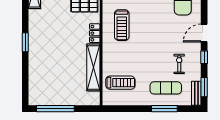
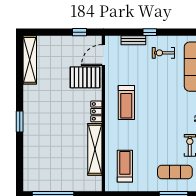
treadmill: (120, 83) -> (125, 166), turned -90

